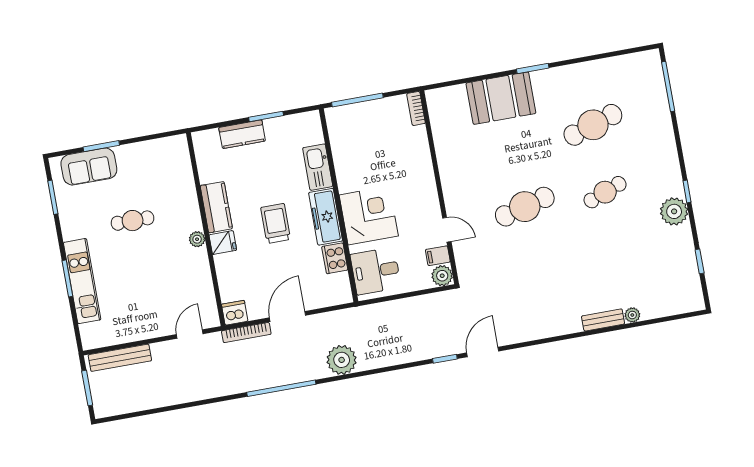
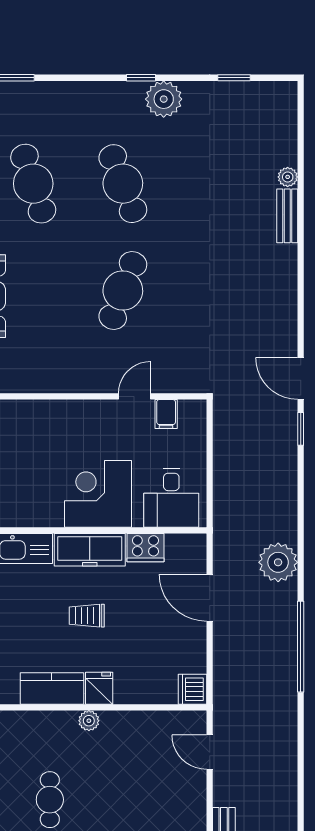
cafe table: (605, 192) -> (123, 184), width x1.37, depth x1.35
cafe table: (525, 207) -> (123, 290), turned 36
trolley: (276, 223) -> (87, 616), width x0.73, depth x0.72
plant: (442, 276) -> (193, 413), removed
door: (287, 316) -> (210, 598), moved
bookcase: (246, 333) -> (221, 679), removed

